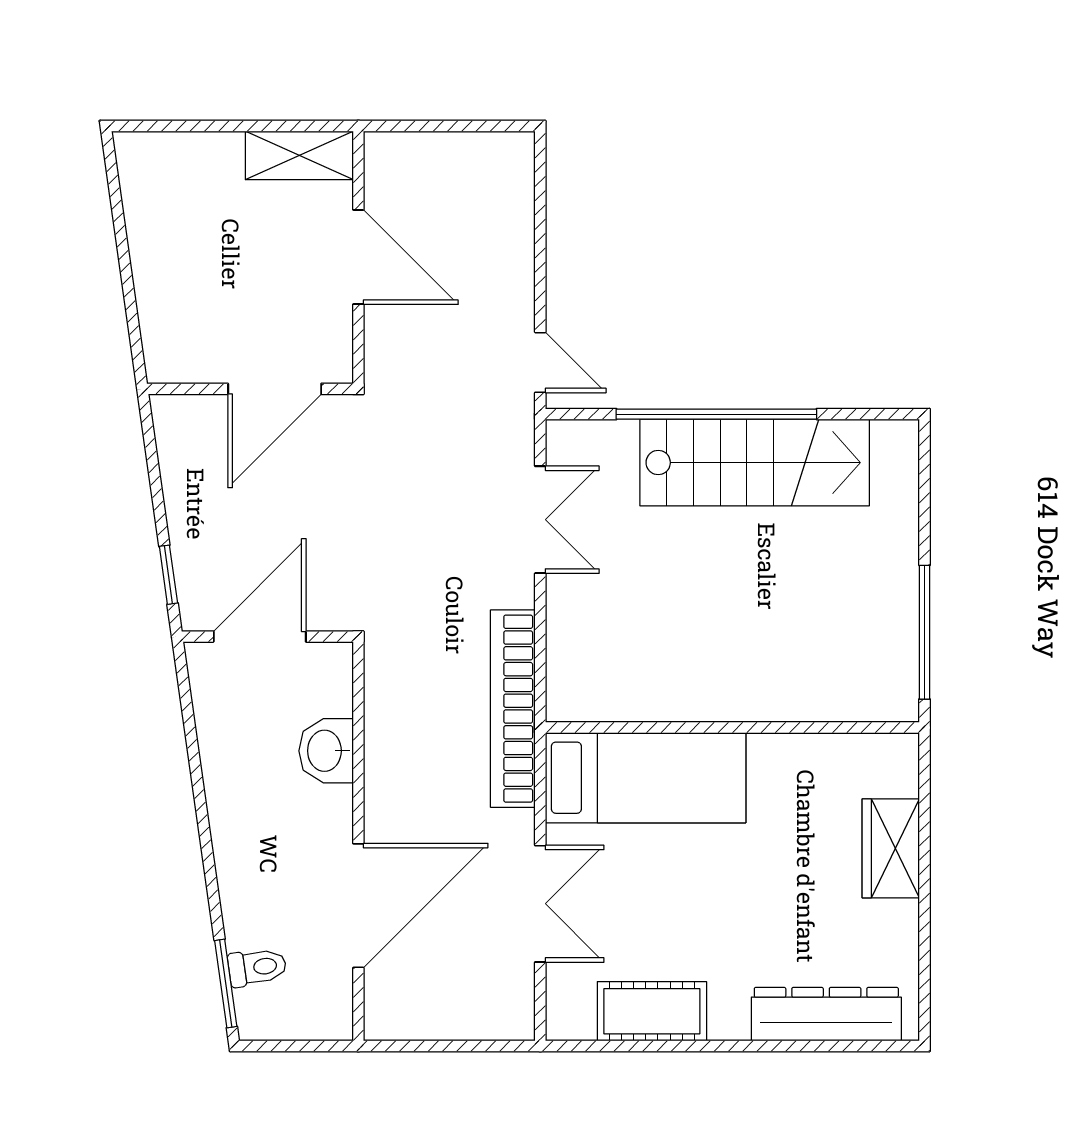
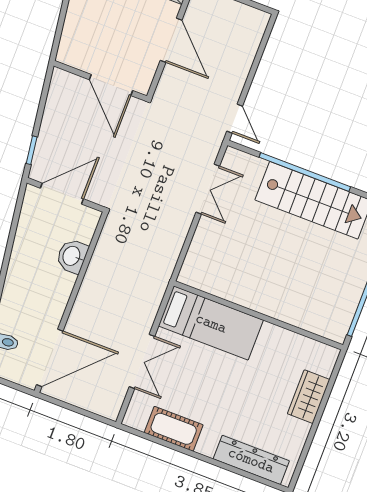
door: (275, 389) -> (111, 85), hinge flipped
bookcase: (513, 709) -> (163, 269), removed
door: (358, 906) -> (50, 358), moved

